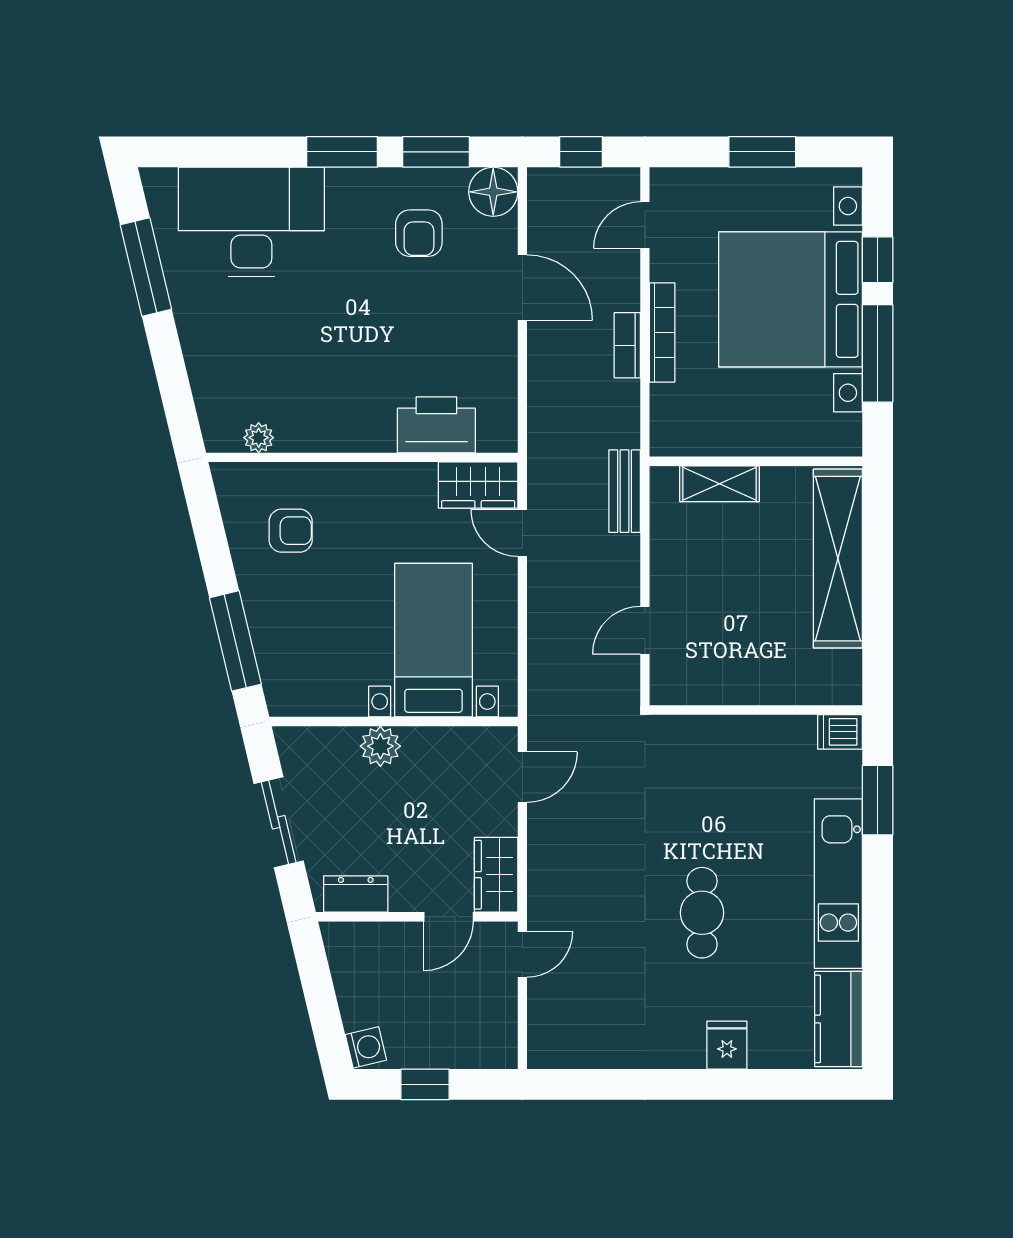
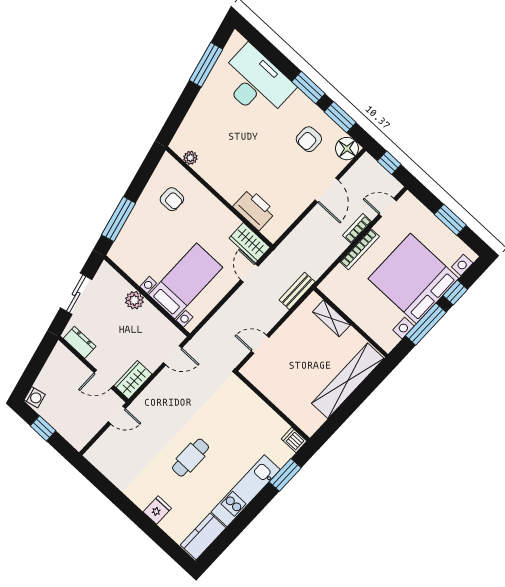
bookcase: (627, 345) -> (357, 228), moved

